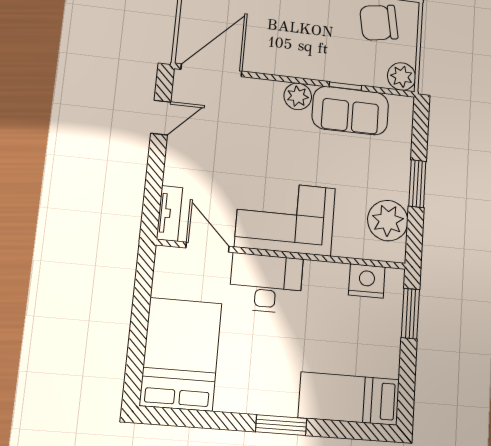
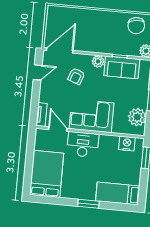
chair: (379, 23) -> (136, 26), turned -89
armchair: (249, 128) -> (76, 76), added

